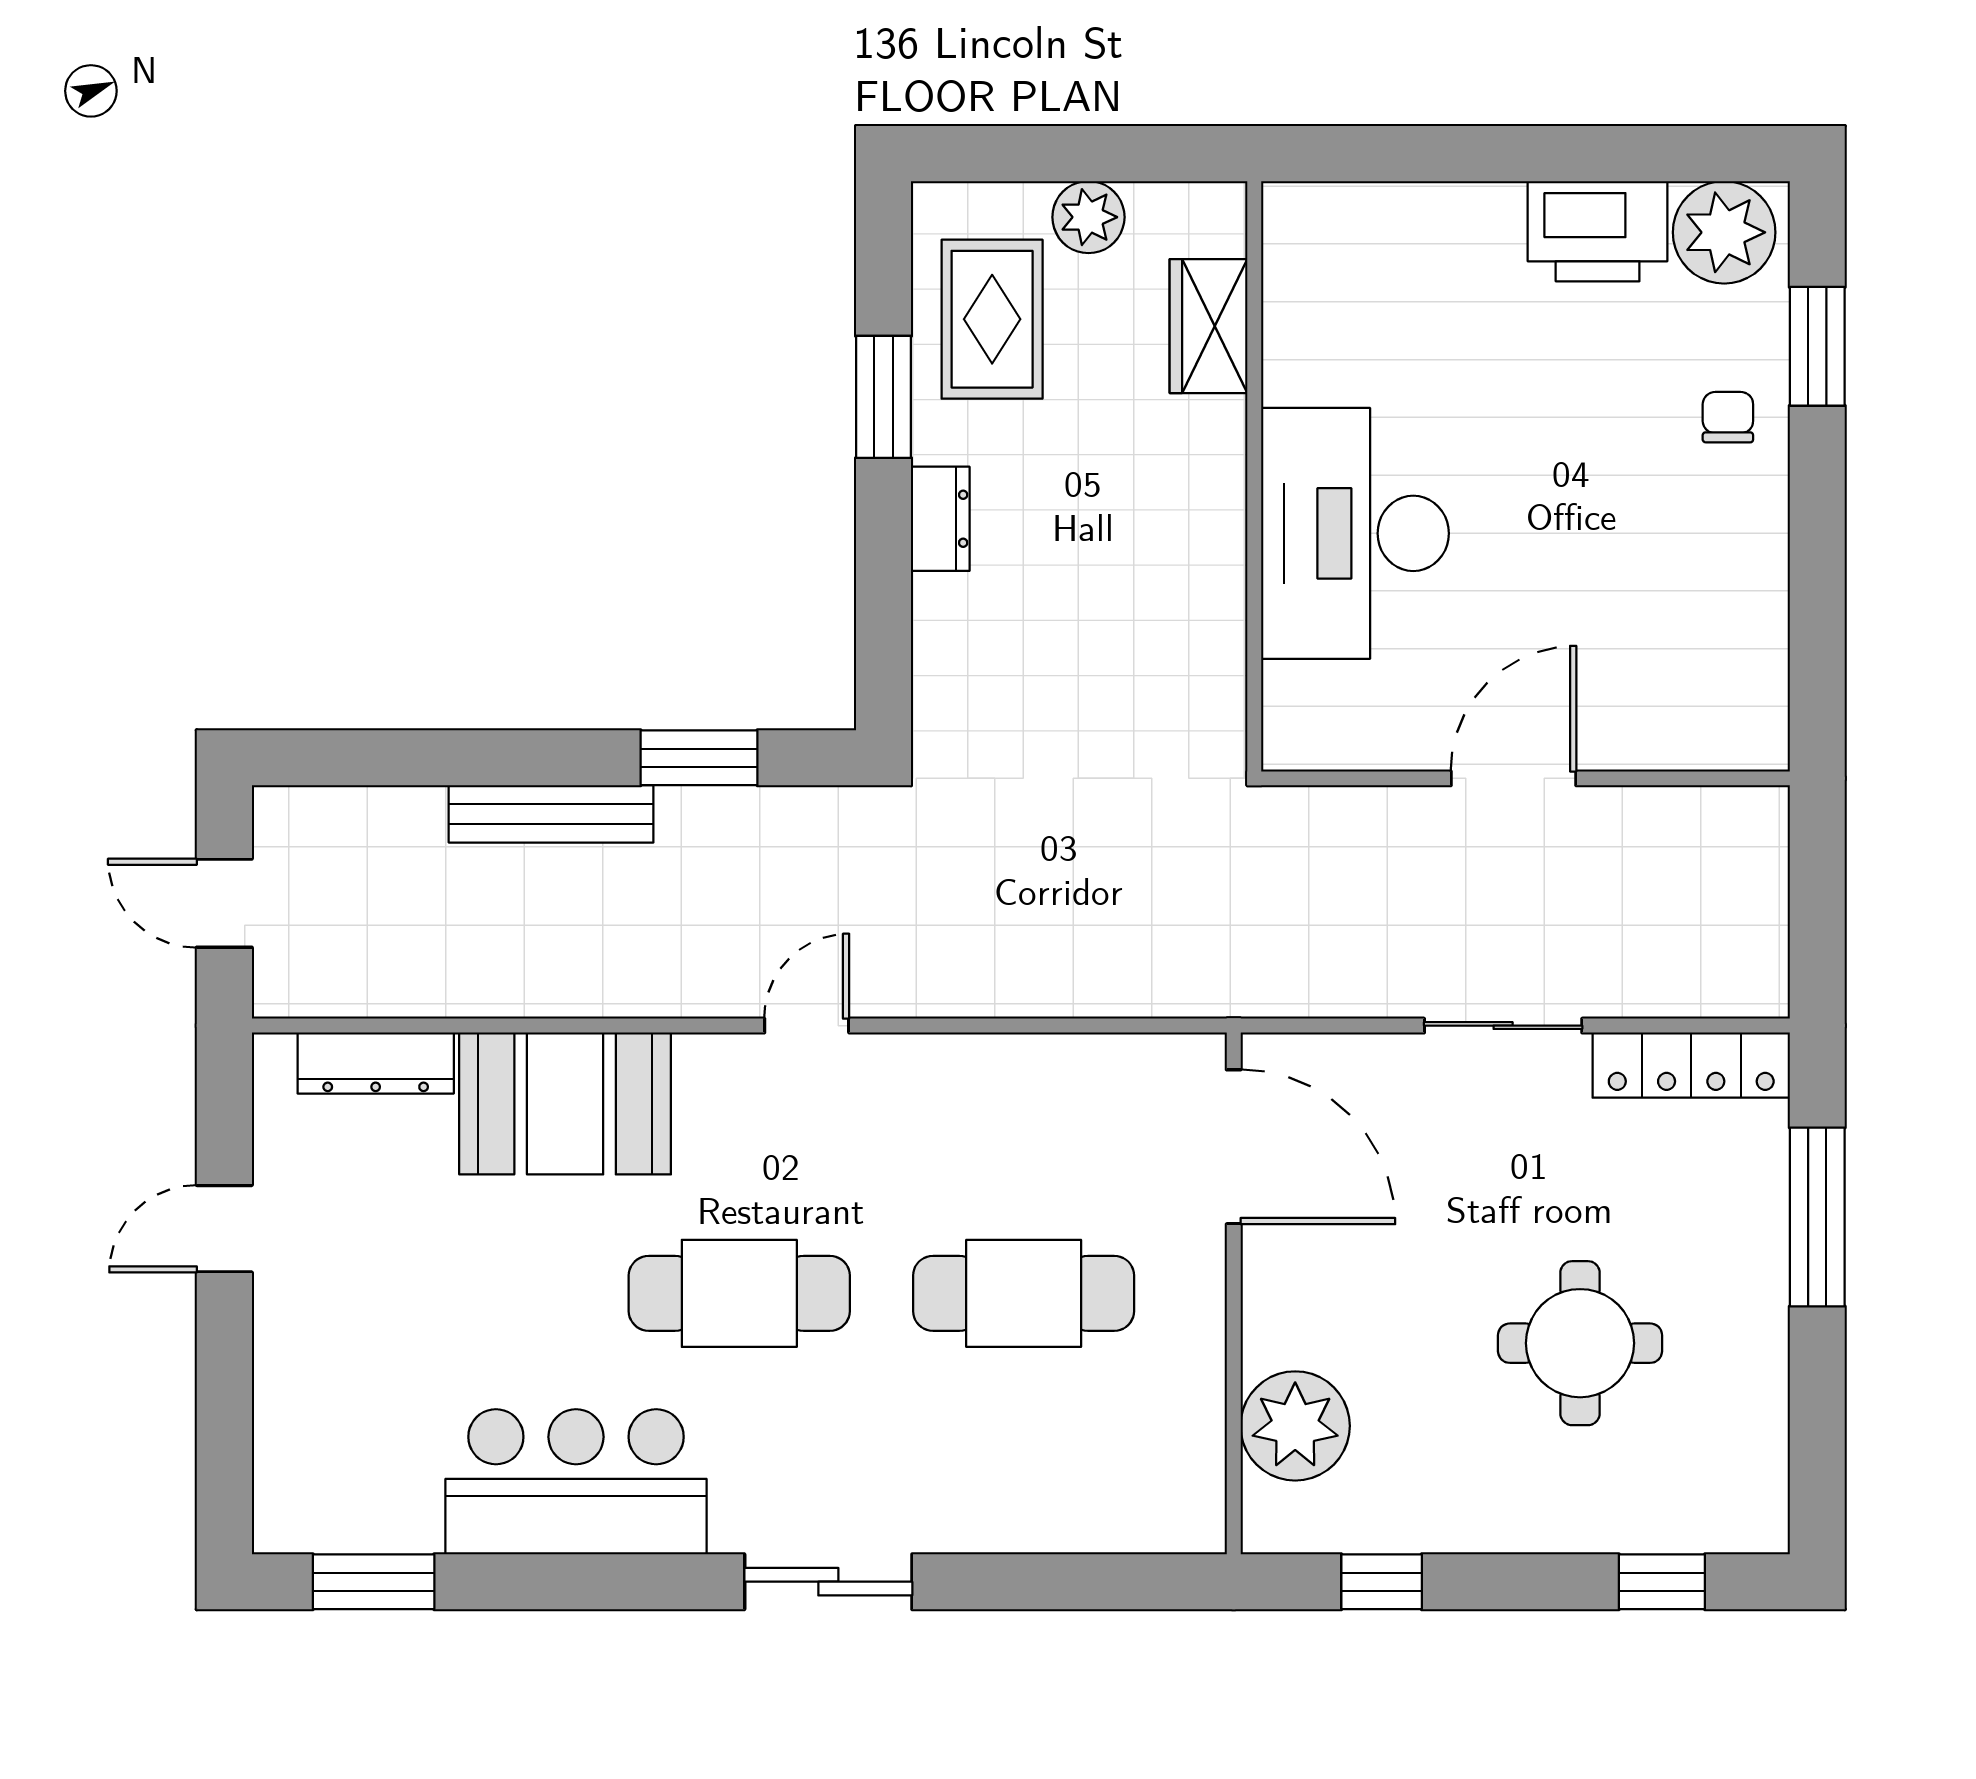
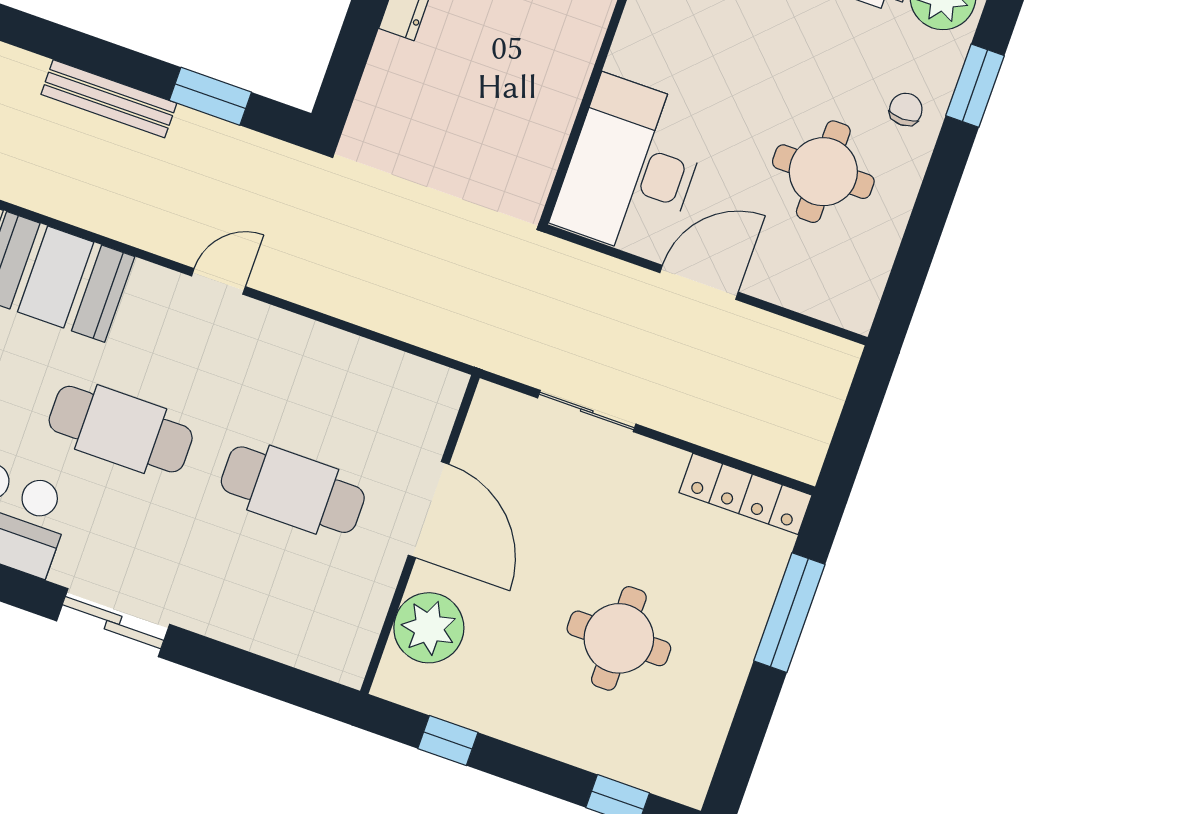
desk: (1355, 533) -> (632, 167), moved
round table: (1639, 551) -> (823, 172), added
sliding door: (1503, 1026) -> (587, 411), moved
door: (1234, 1147) -> (429, 510), moved

